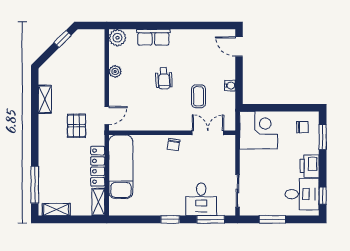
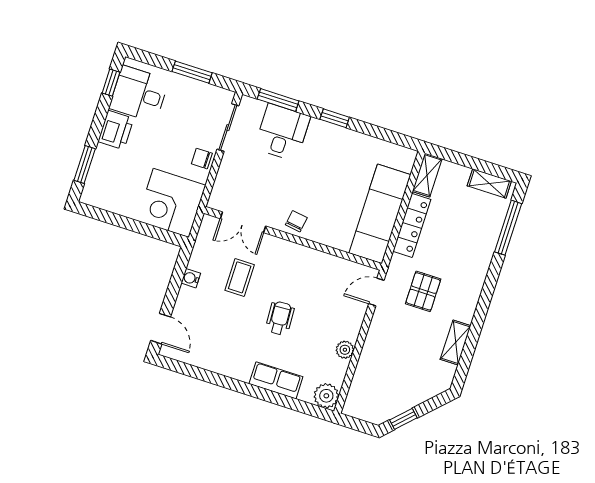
chair: (302, 127) -> (202, 159), moved

